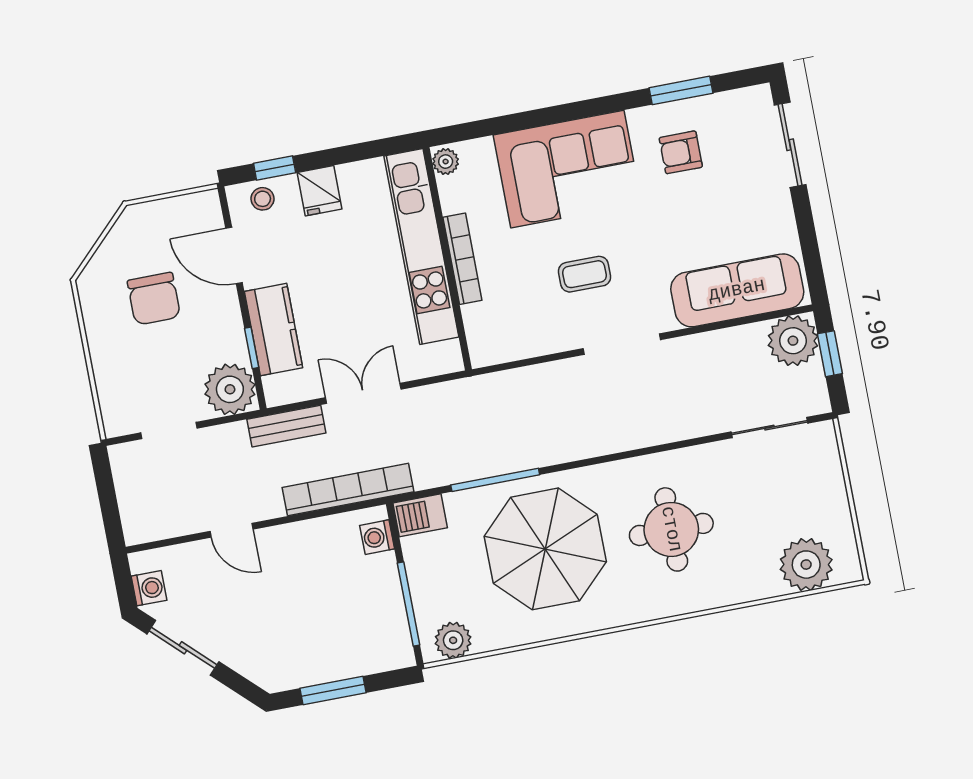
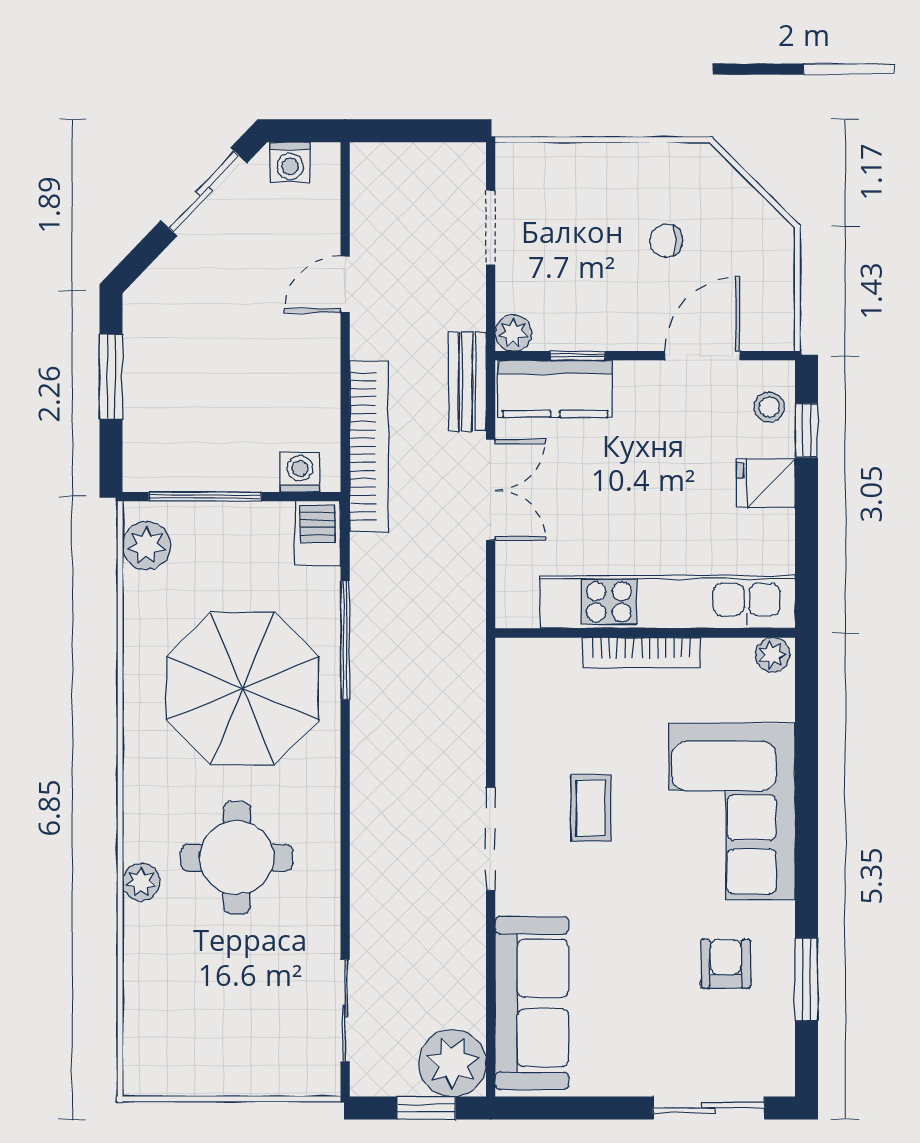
chair: (154, 299) -> (666, 241), width x0.54, depth x0.54
kitchen counter: (274, 330) -> (555, 389), moved
plant: (230, 389) -> (513, 333), width x0.53, depth x0.53
plant: (806, 565) -> (141, 882), moved, width x0.53, depth x0.53

